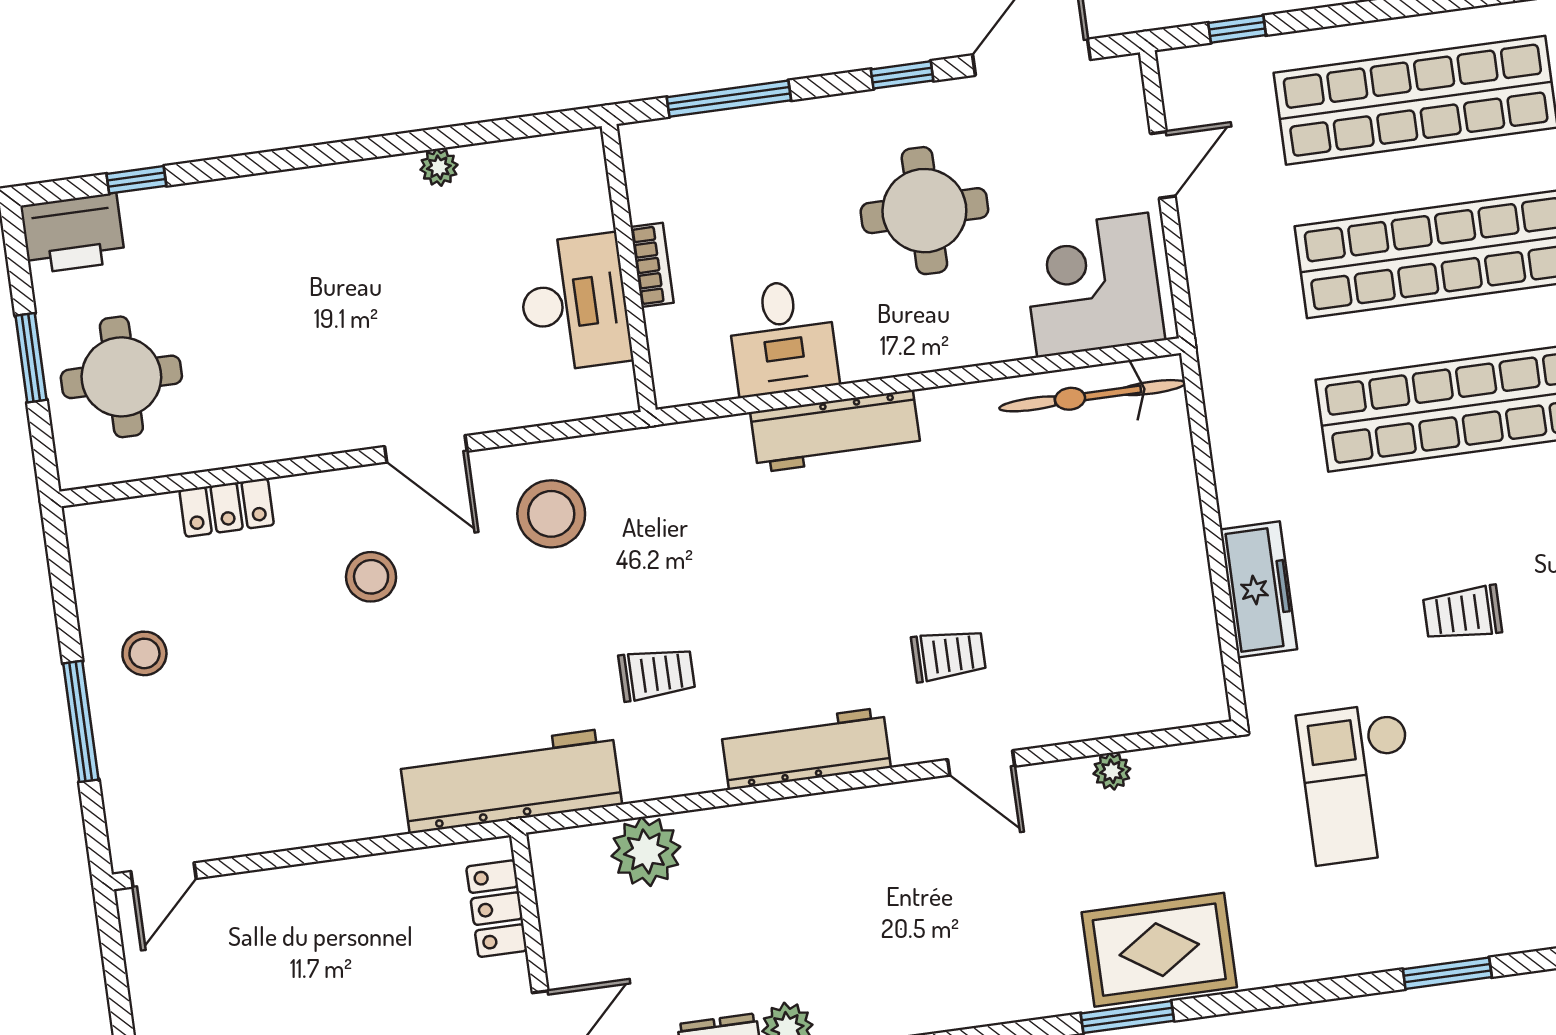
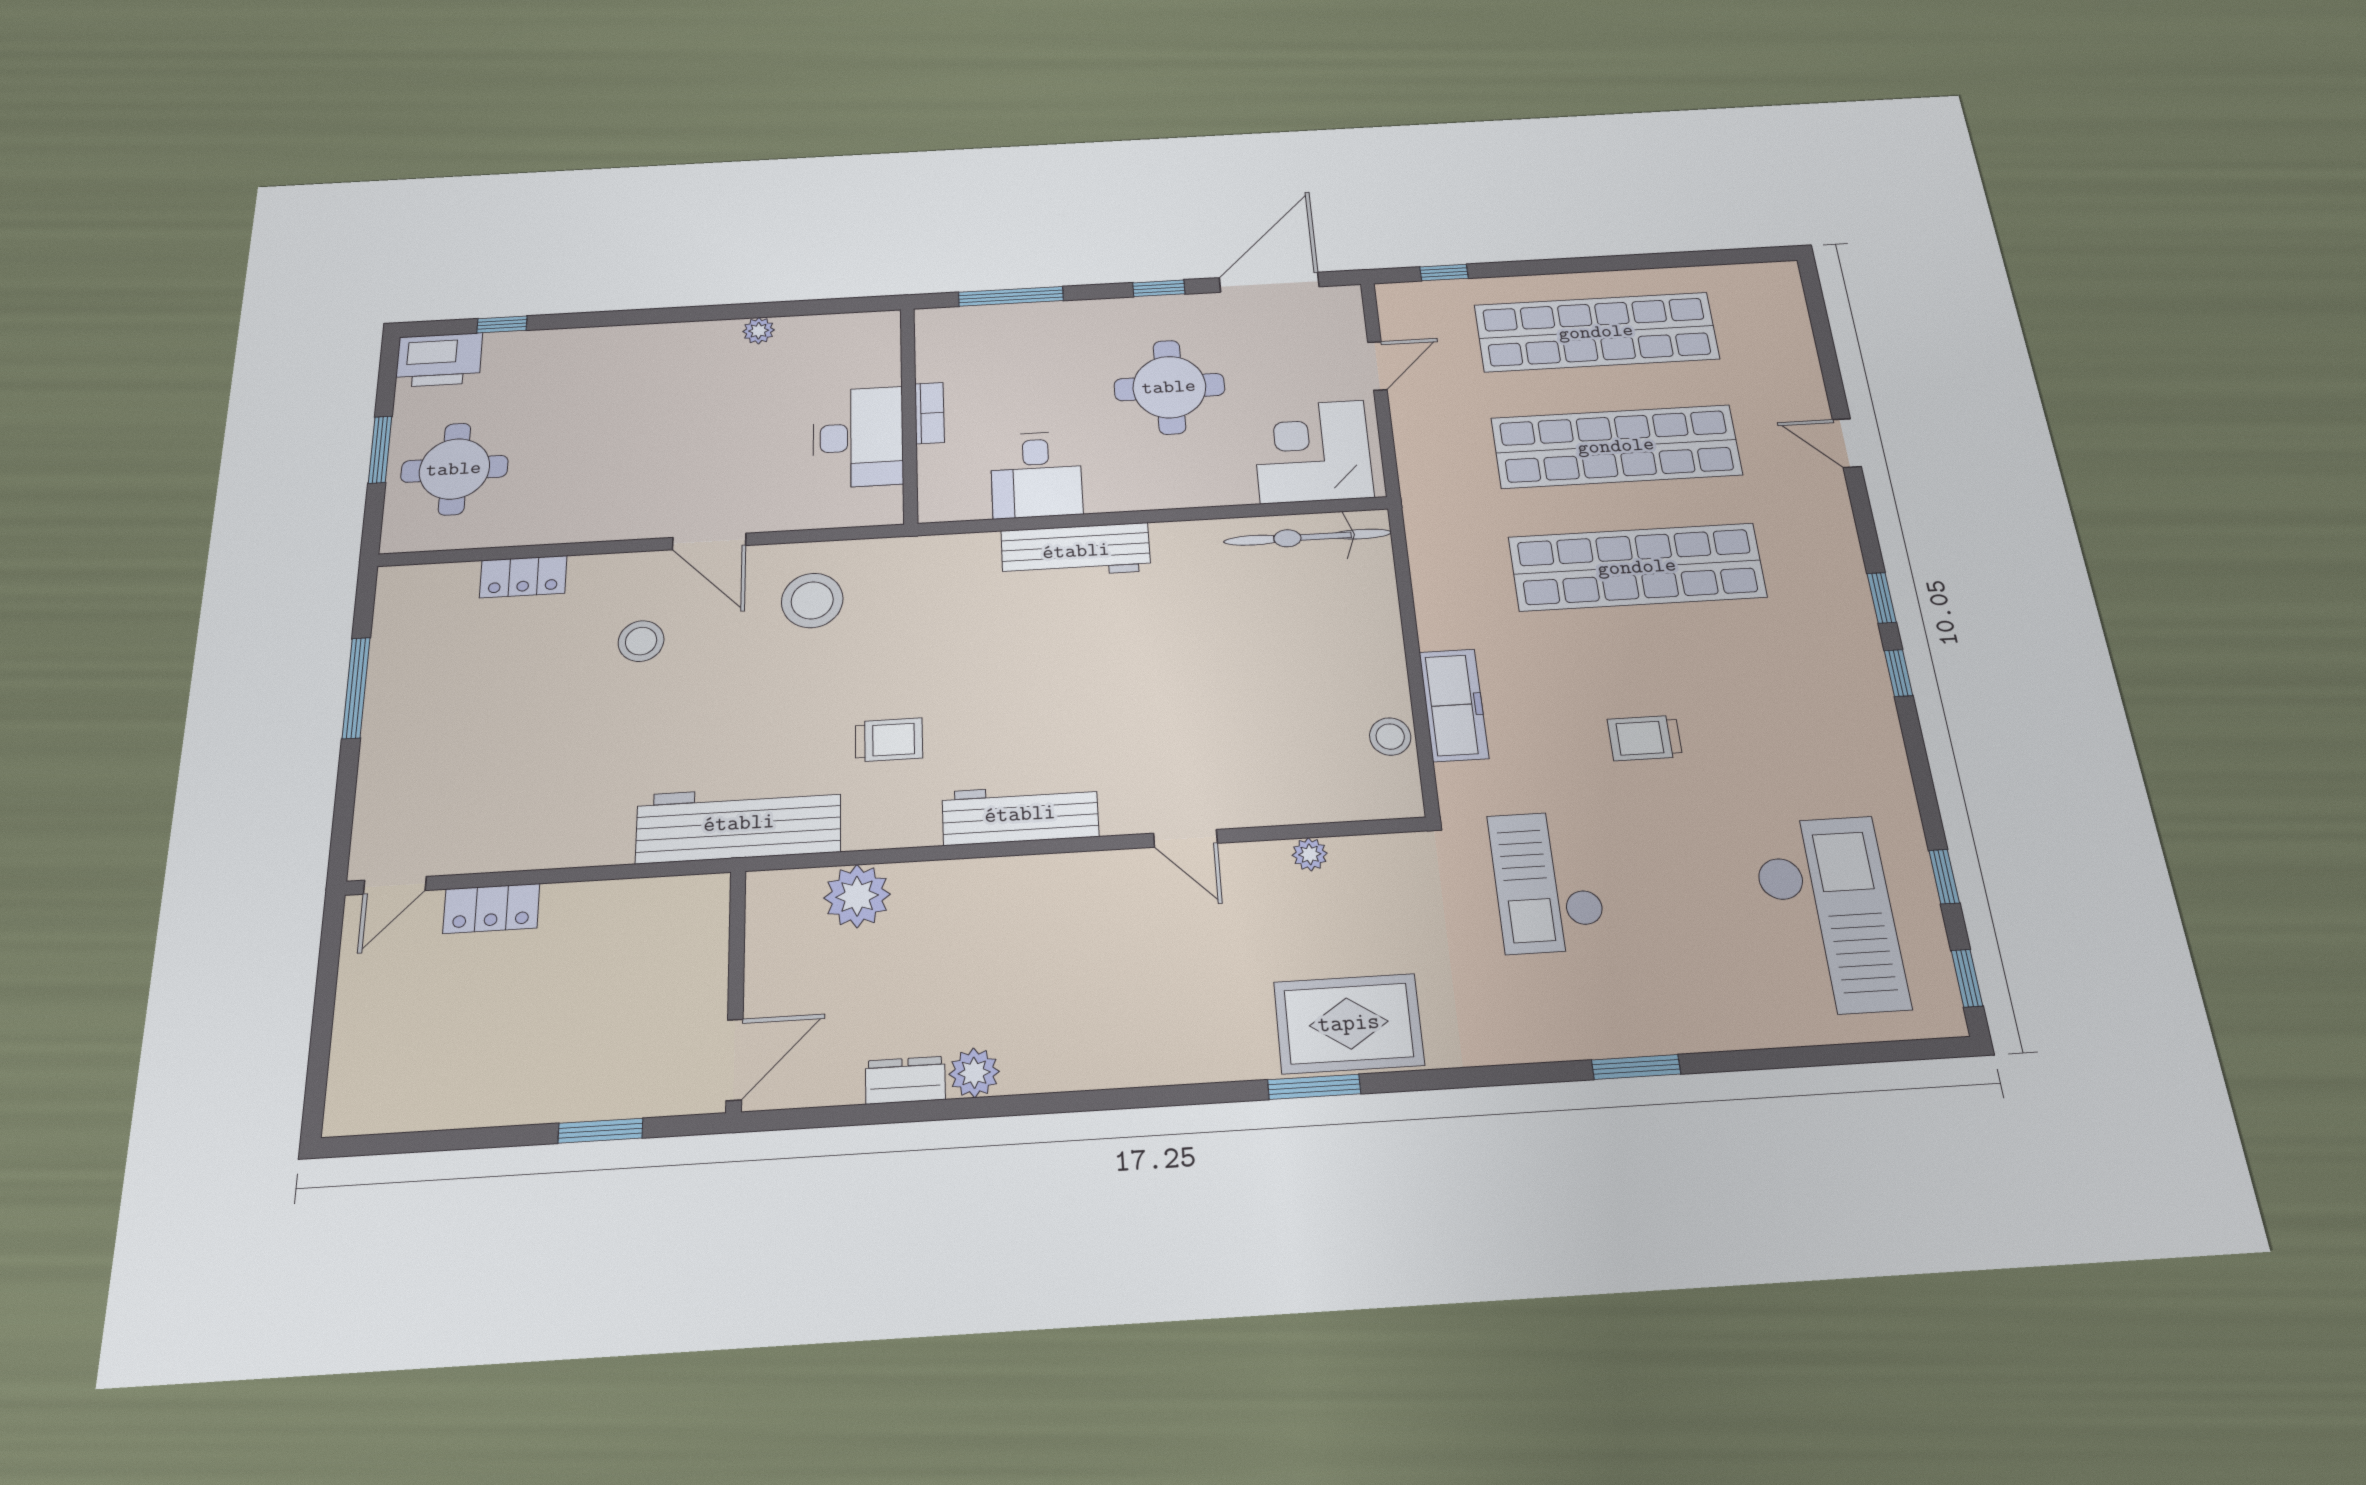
stool: (144, 653) -> (1390, 737), moved
trolley: (949, 655) -> (1162, 742), removed
window: (81, 721) -> (356, 688), moved
locker: (497, 909) -> (491, 908), moved, turned -90

